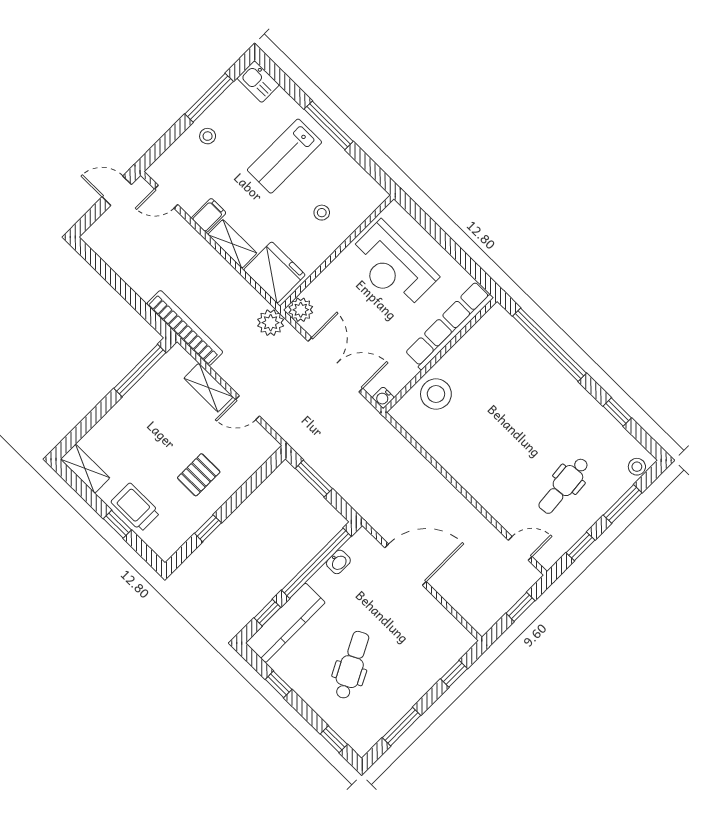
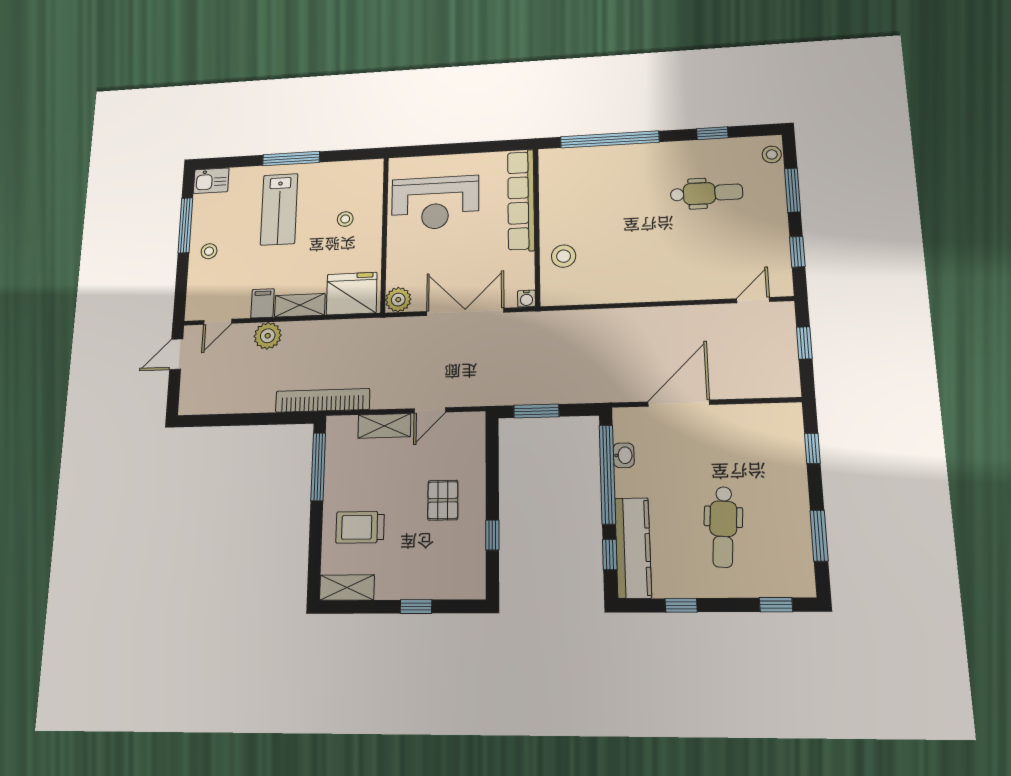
plant: (271, 323) -> (268, 336), moved
stool: (436, 394) -> (564, 256), width x0.73, depth x0.73
dental chair: (564, 486) -> (706, 193), moved, turned -85
trolley: (135, 507) -> (360, 527), moved
dental chair: (352, 665) -> (723, 527), turned -149

